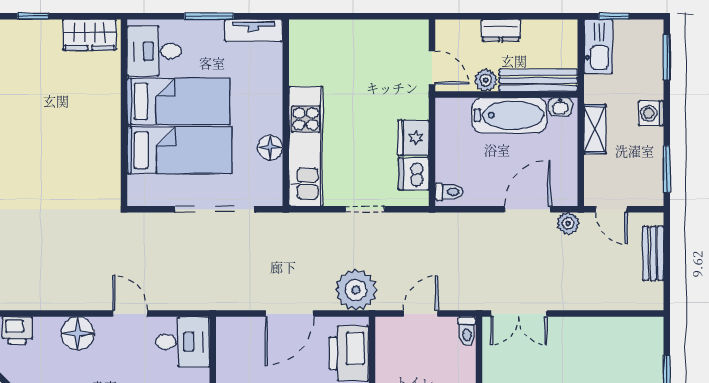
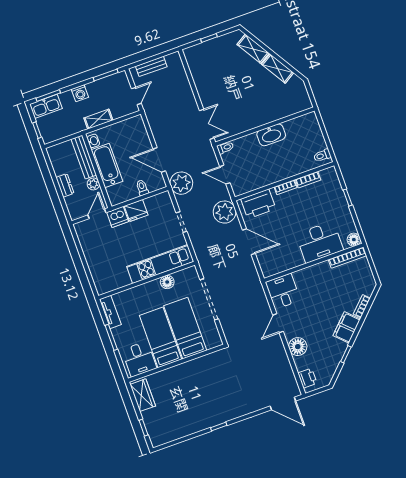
kitchen sink: (598, 47) -> (46, 106), moved, turned 180
dishwasher: (414, 174) -> (118, 217), moved
toilet: (449, 192) -> (142, 188), moved
door: (527, 209) -> (159, 160), moved
plant: (568, 223) -> (181, 183), moved, width x1.87, depth x1.87

